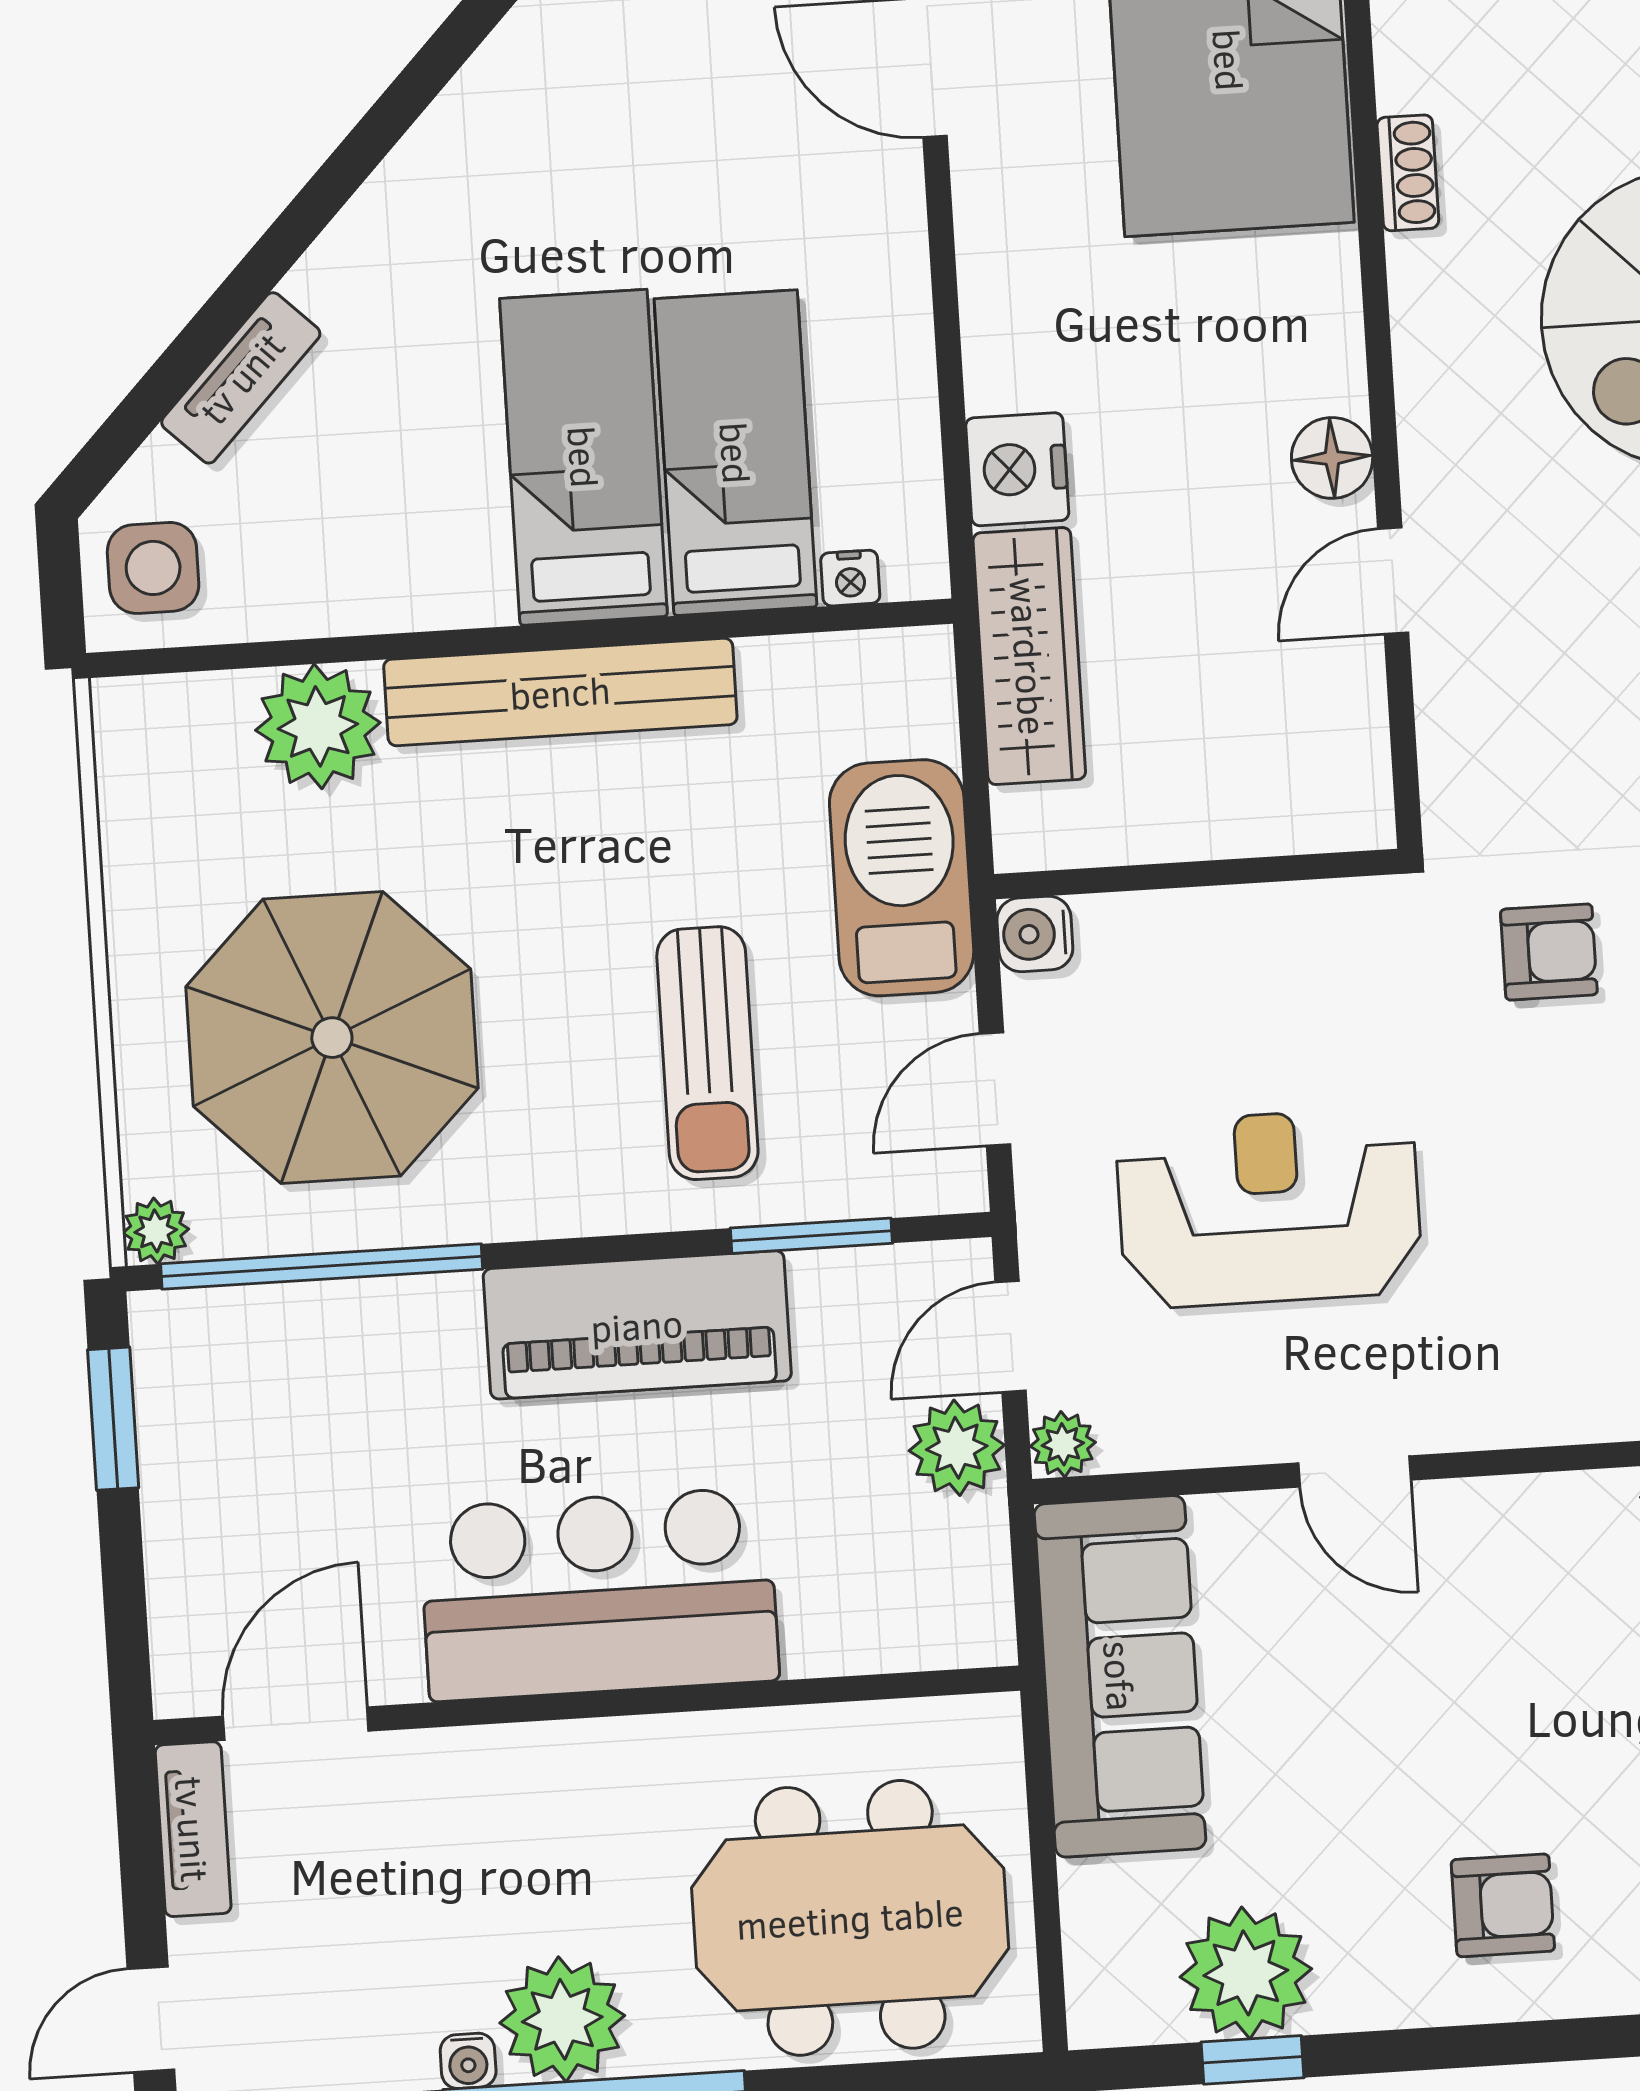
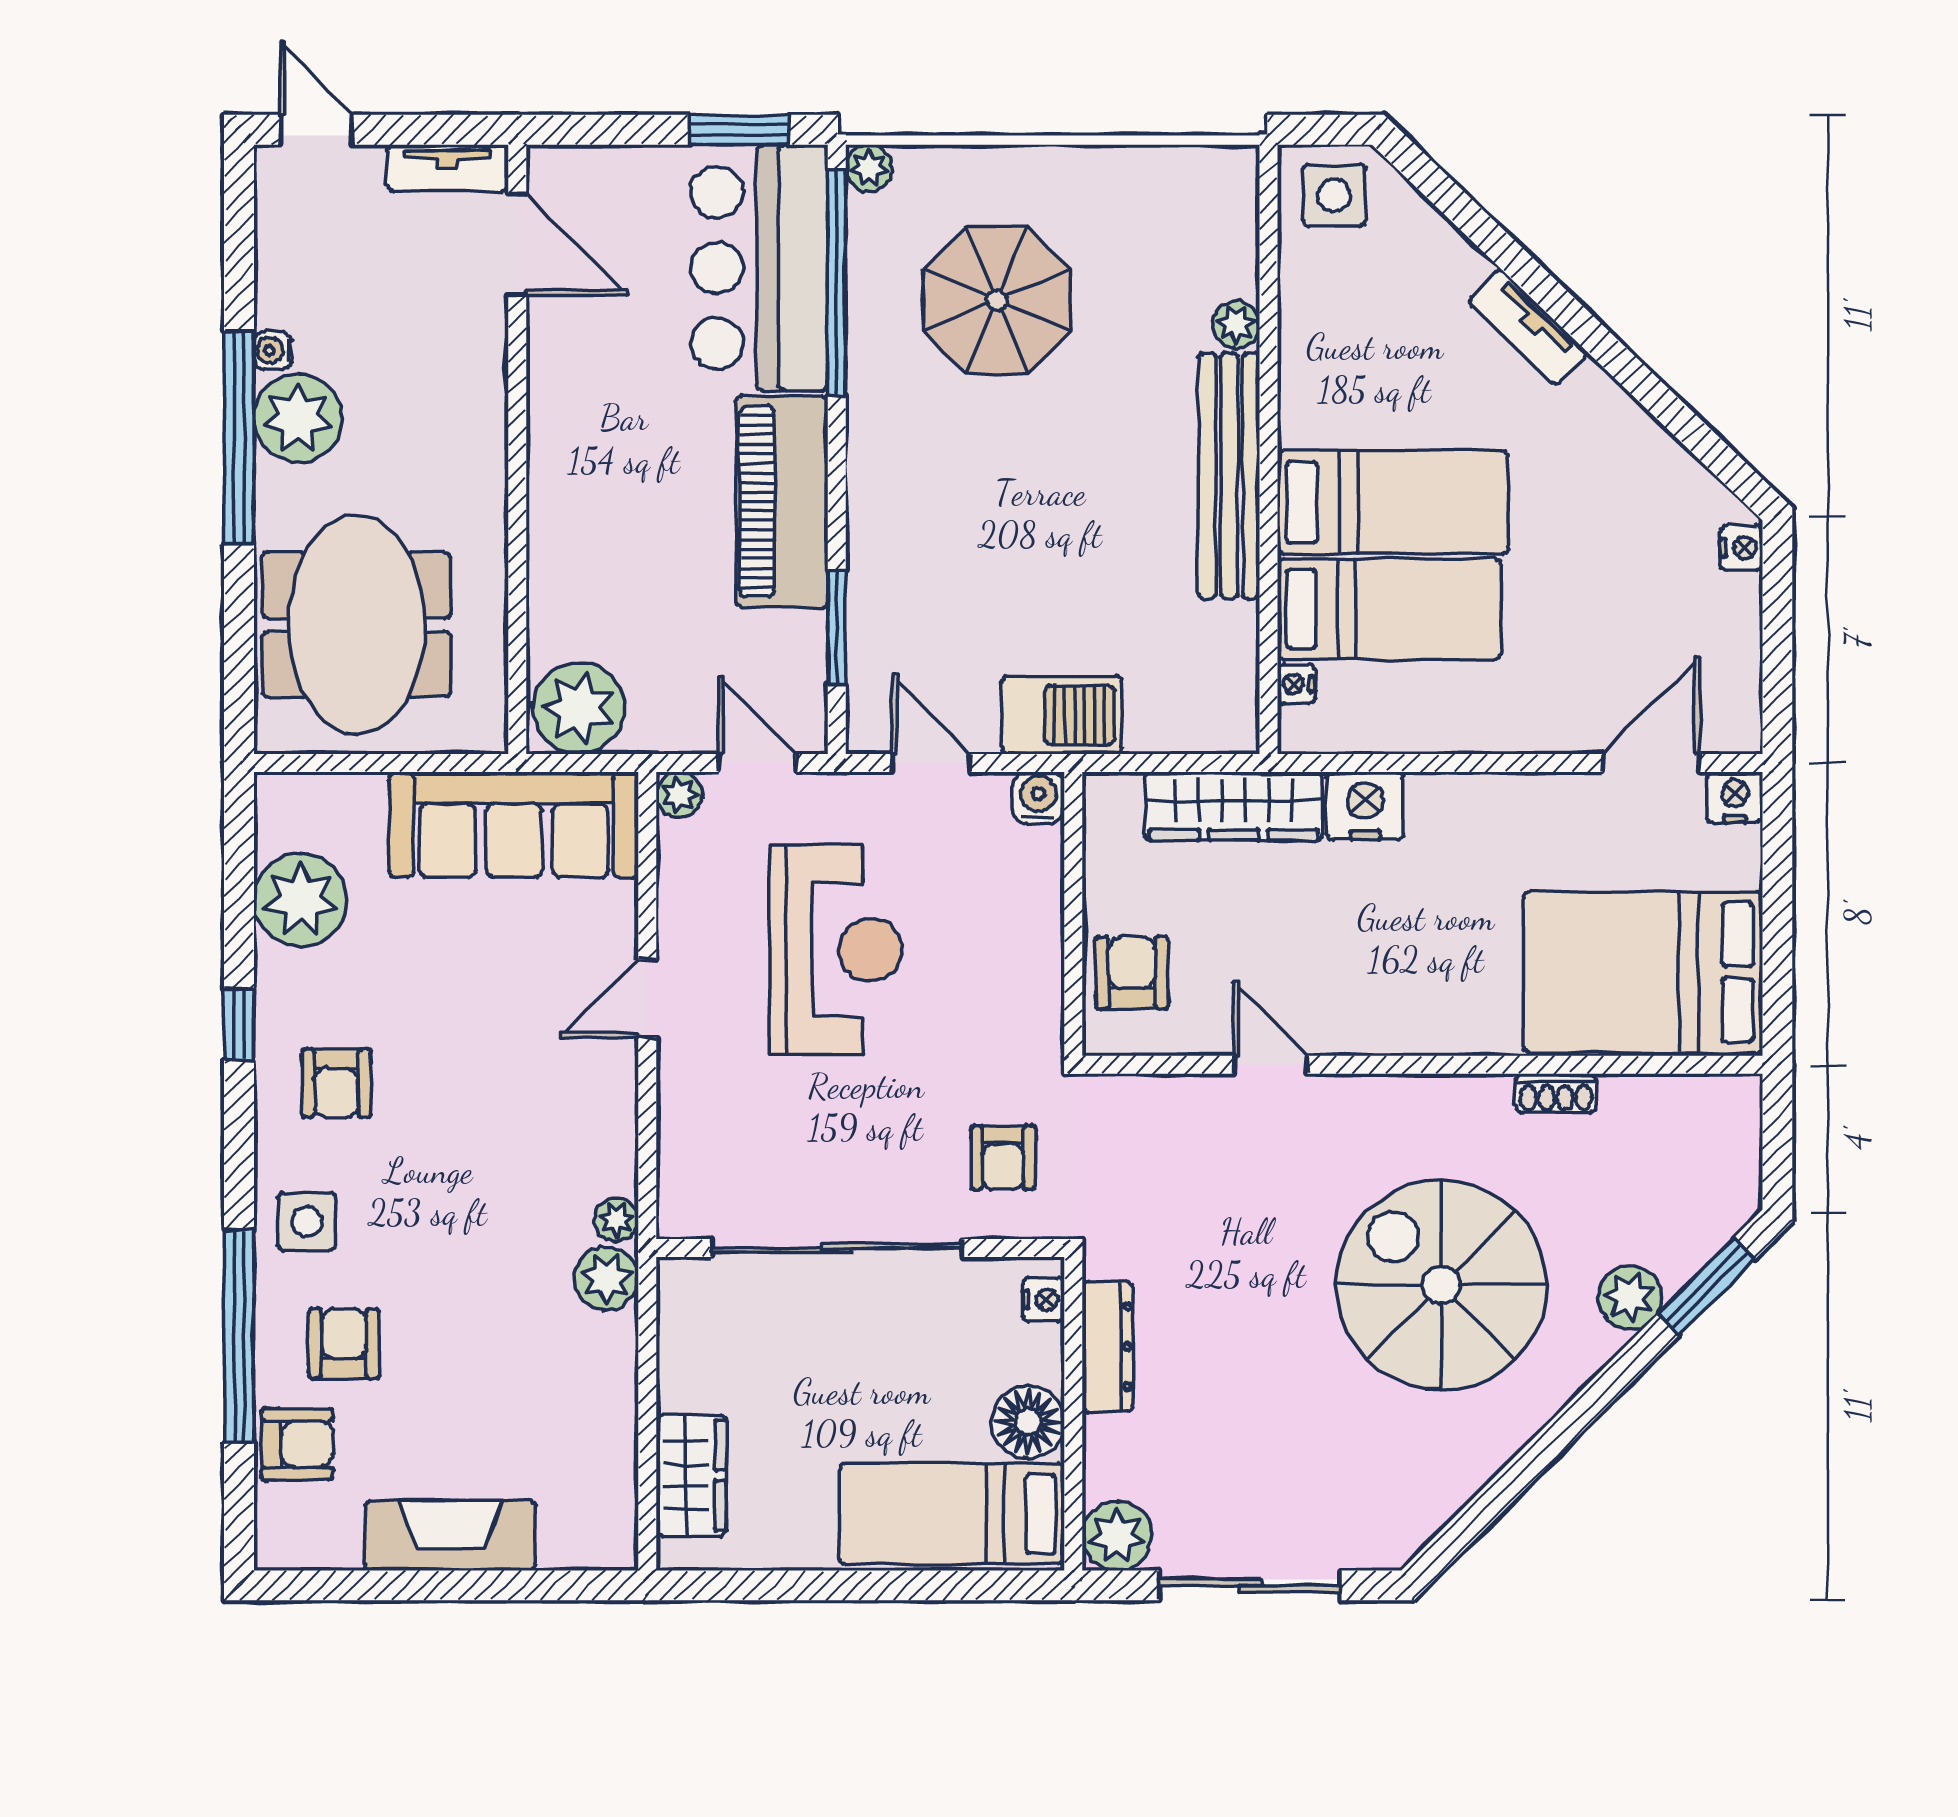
tv unit: (241, 378) -> (1528, 327), moved
floor lamp: (1332, 458) -> (1359, 1027), removed
plant: (318, 726) -> (1236, 325), width x0.53, depth x0.53
armchair: (1275, 785) -> (1132, 973), added
barbecue: (902, 878) -> (1062, 715), width x0.73, depth x0.83
parasol: (332, 1038) -> (997, 300), width x0.73, depth x0.73
sun lounger: (707, 1053) -> (969, 563), removed
plant: (957, 1448) -> (579, 708), moved, width x1.36, depth x1.36
bar counter: (599, 1594) -> (759, 268), moved, turned 180
window: (1252, 2060) -> (239, 1024), moved

